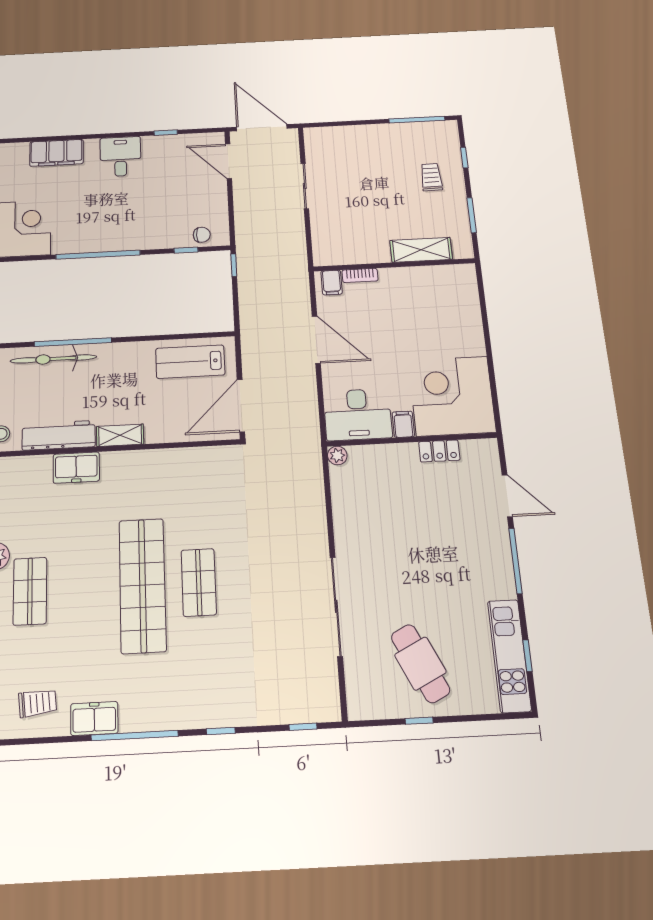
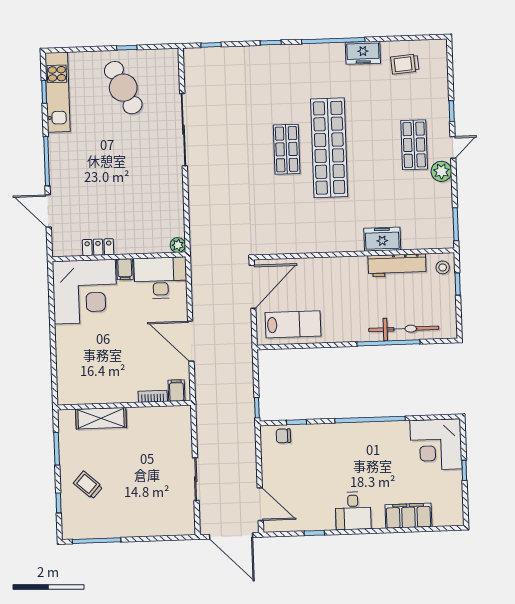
trolley: (431, 177) -> (88, 485), turned 133
shelving: (120, 435) -> (348, 264), removed

